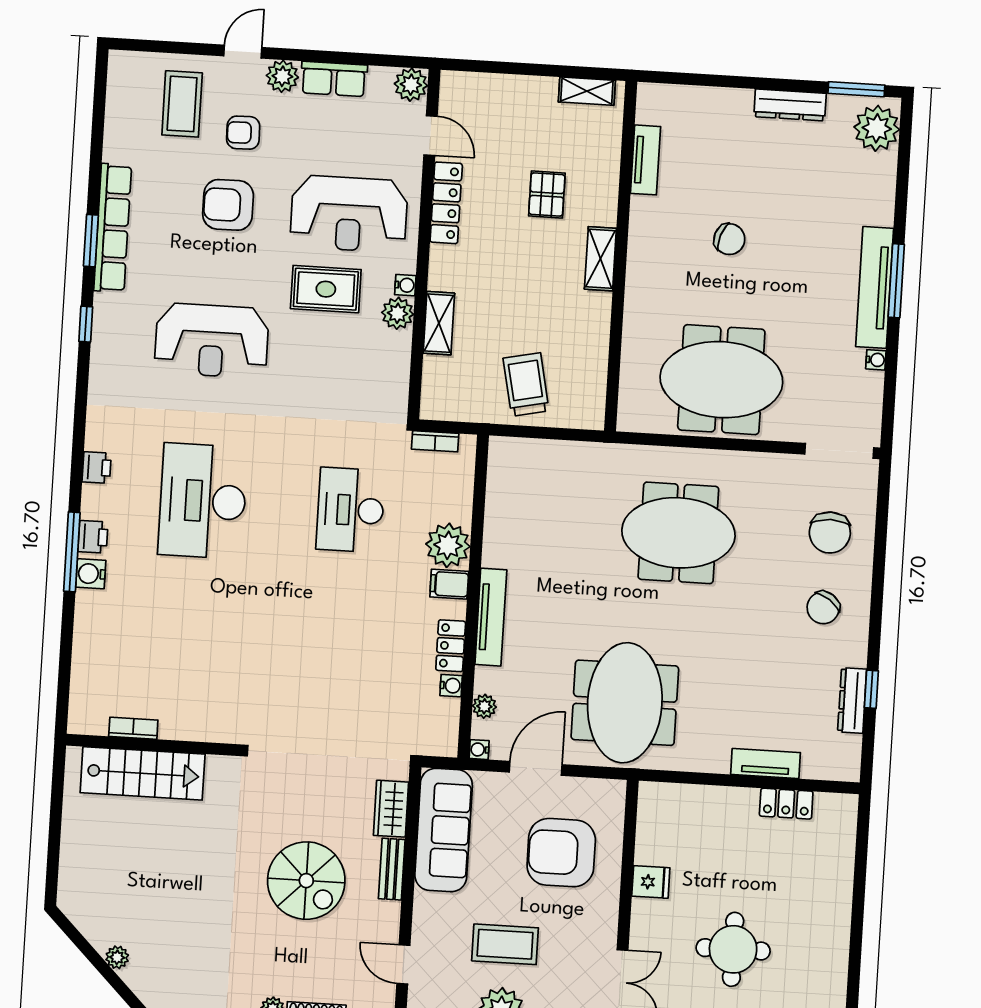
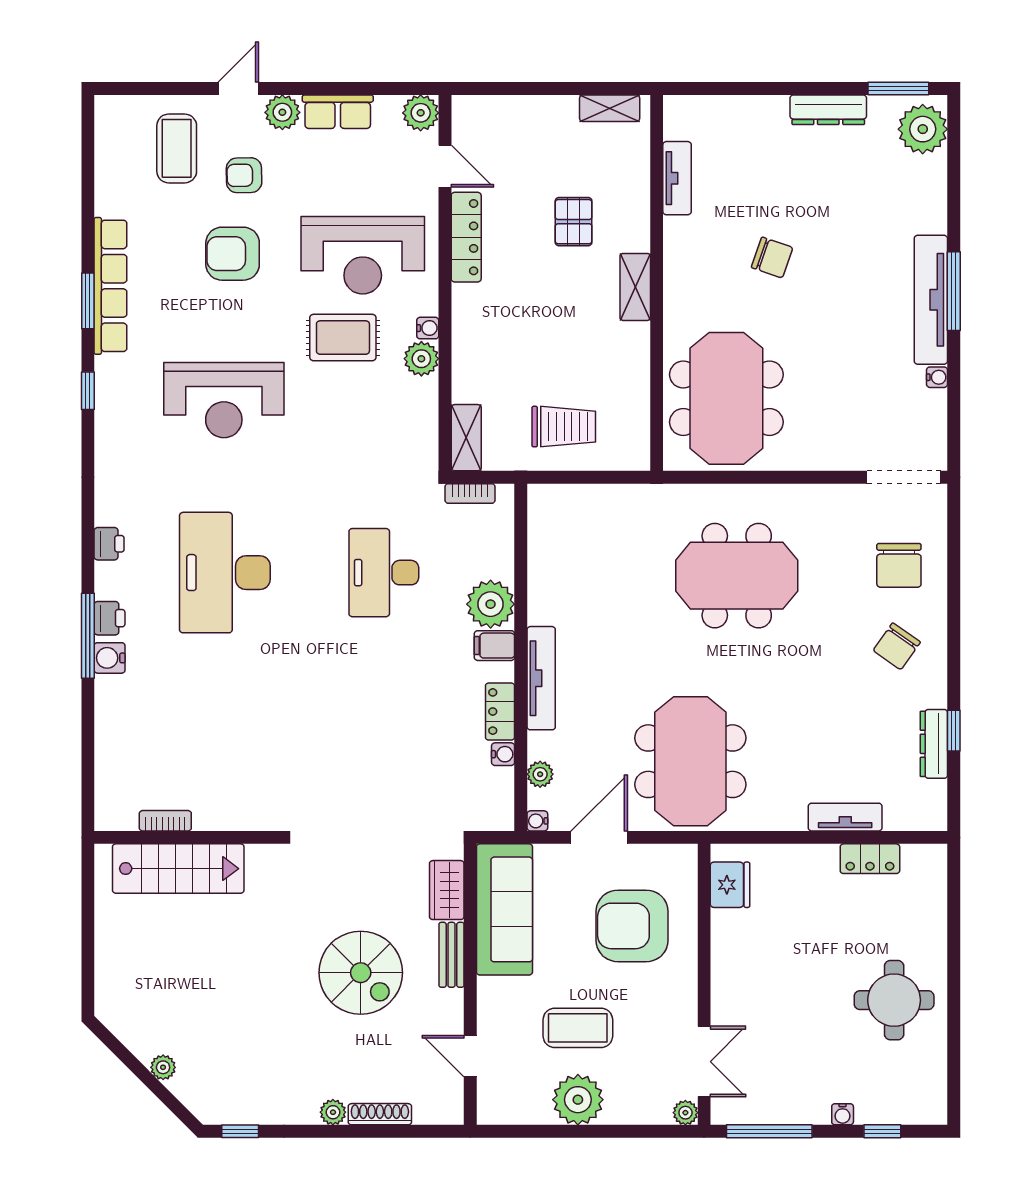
shelving: (439, 323) -> (466, 438), moved
meeting table: (721, 380) -> (726, 398), moved, turned 90
trolley: (526, 384) -> (564, 427), turned 102
fridge: (651, 882) -> (730, 885), moved, width x1.38
round table: (733, 949) -> (894, 1000), moved

